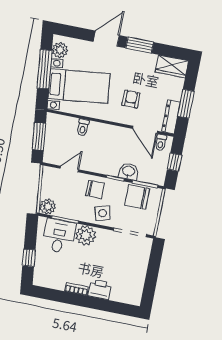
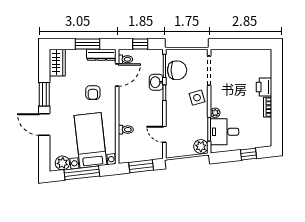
armchair: (131, 99) -> (93, 93), turned -90
chair: (95, 189) -> (178, 108), removed
chair: (137, 197) -> (177, 70), turned -92
plant: (86, 235) -> (215, 113), width x0.53, depth x0.53

